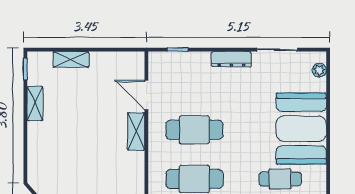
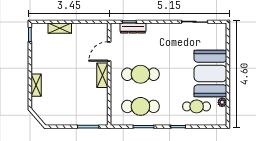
dresser: (231, 59) -> (133, 28), moved
plant: (319, 70) -> (222, 102), moved
door: (146, 95) -> (109, 51), hinge flipped
shelving: (35, 103) -> (36, 85), moved

